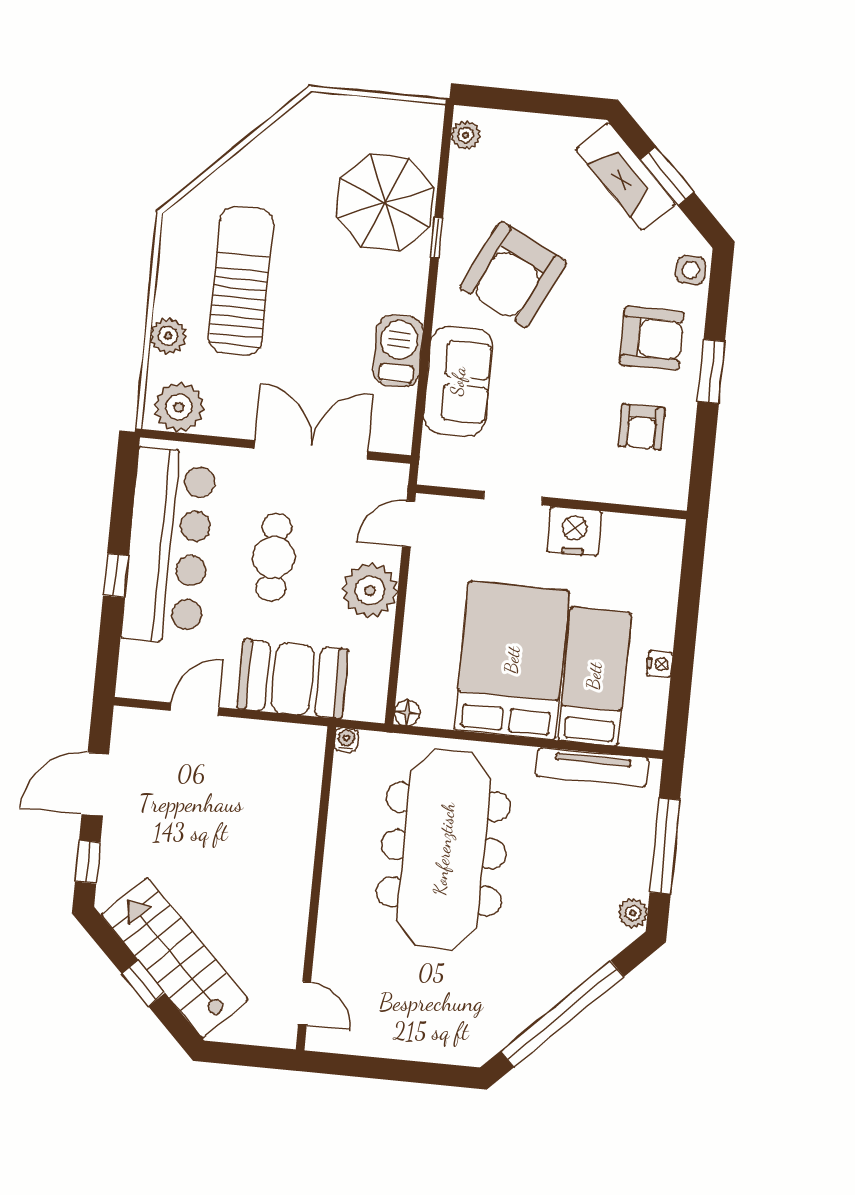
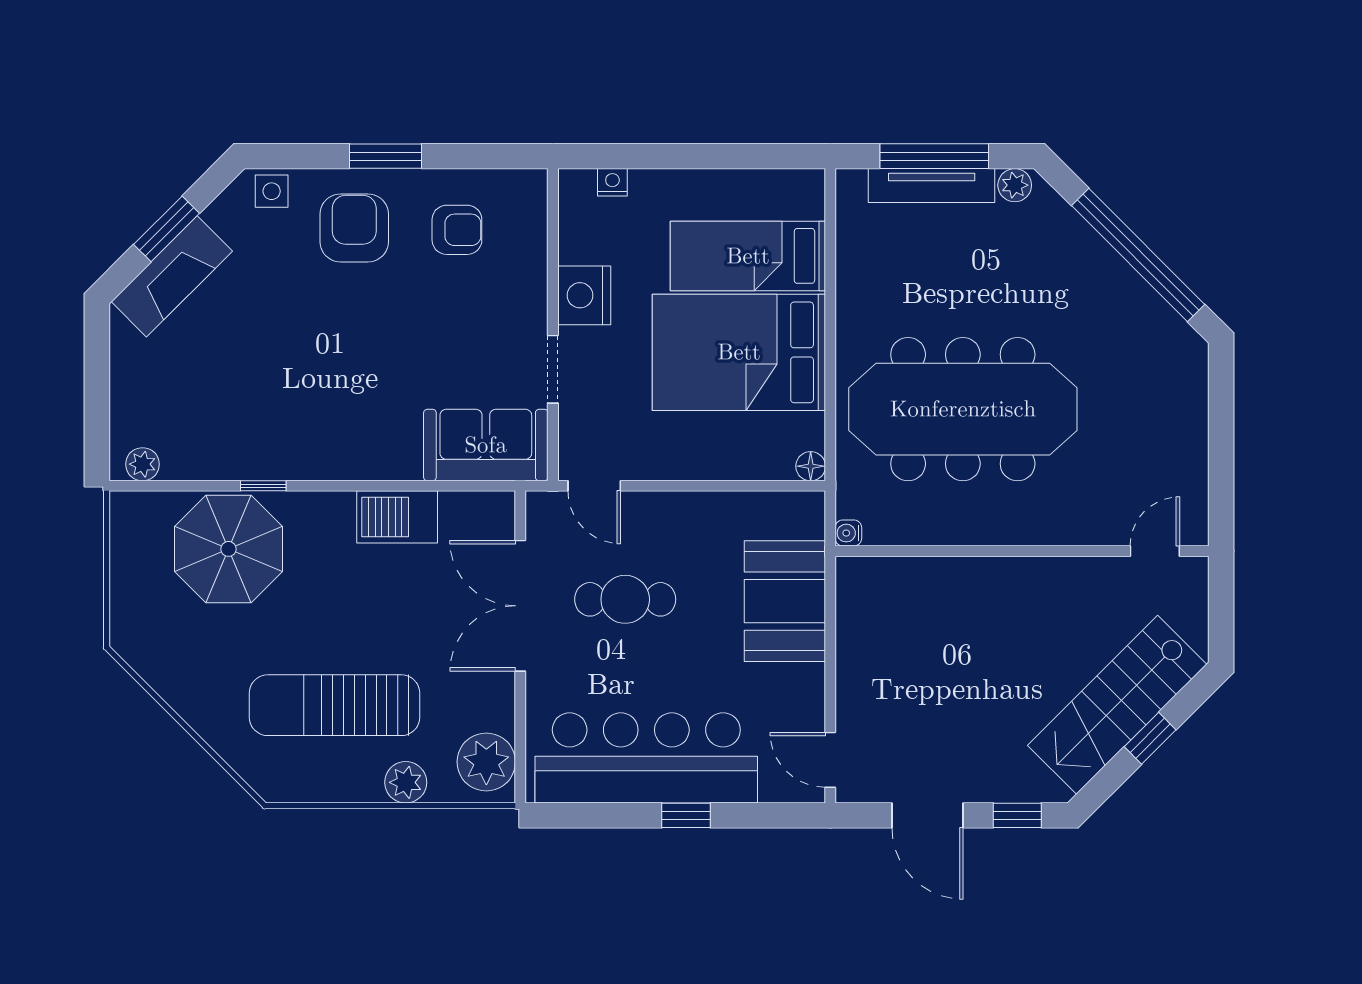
armchair: (513, 275) -> (297, 394), removed
sofa: (458, 381) -> (486, 445), moved
cafe table: (274, 557) -> (625, 599), moved
plant: (370, 590) -> (675, 523), removed
nightstand: (660, 664) -> (612, 182), moved
door: (195, 709) -> (830, 760), moved
tv unit: (592, 767) -> (932, 186), moved, turned 90

